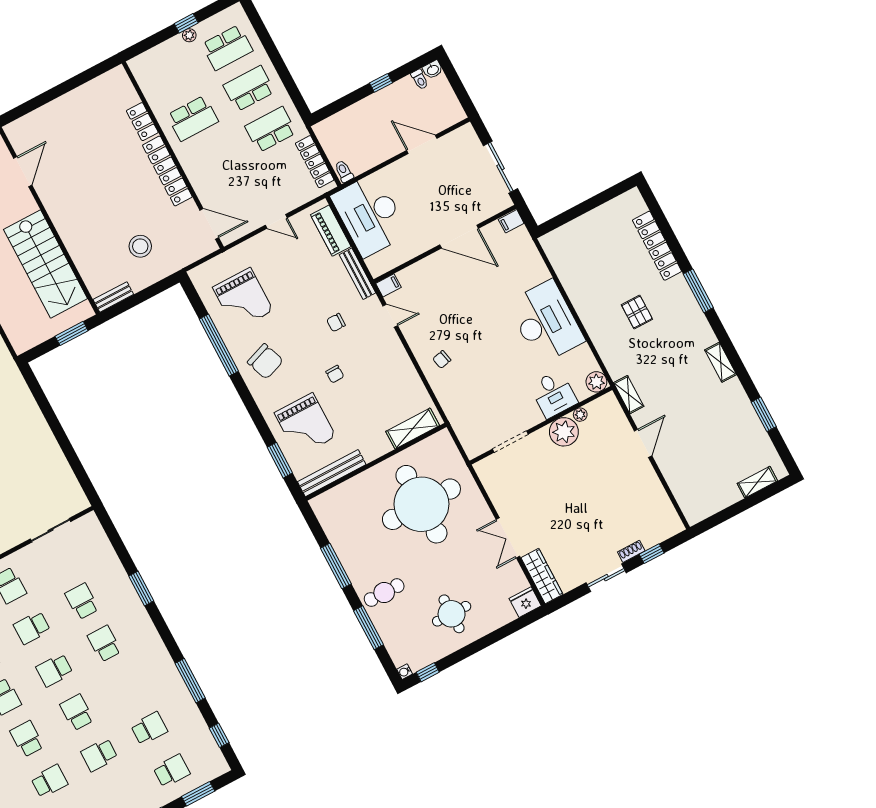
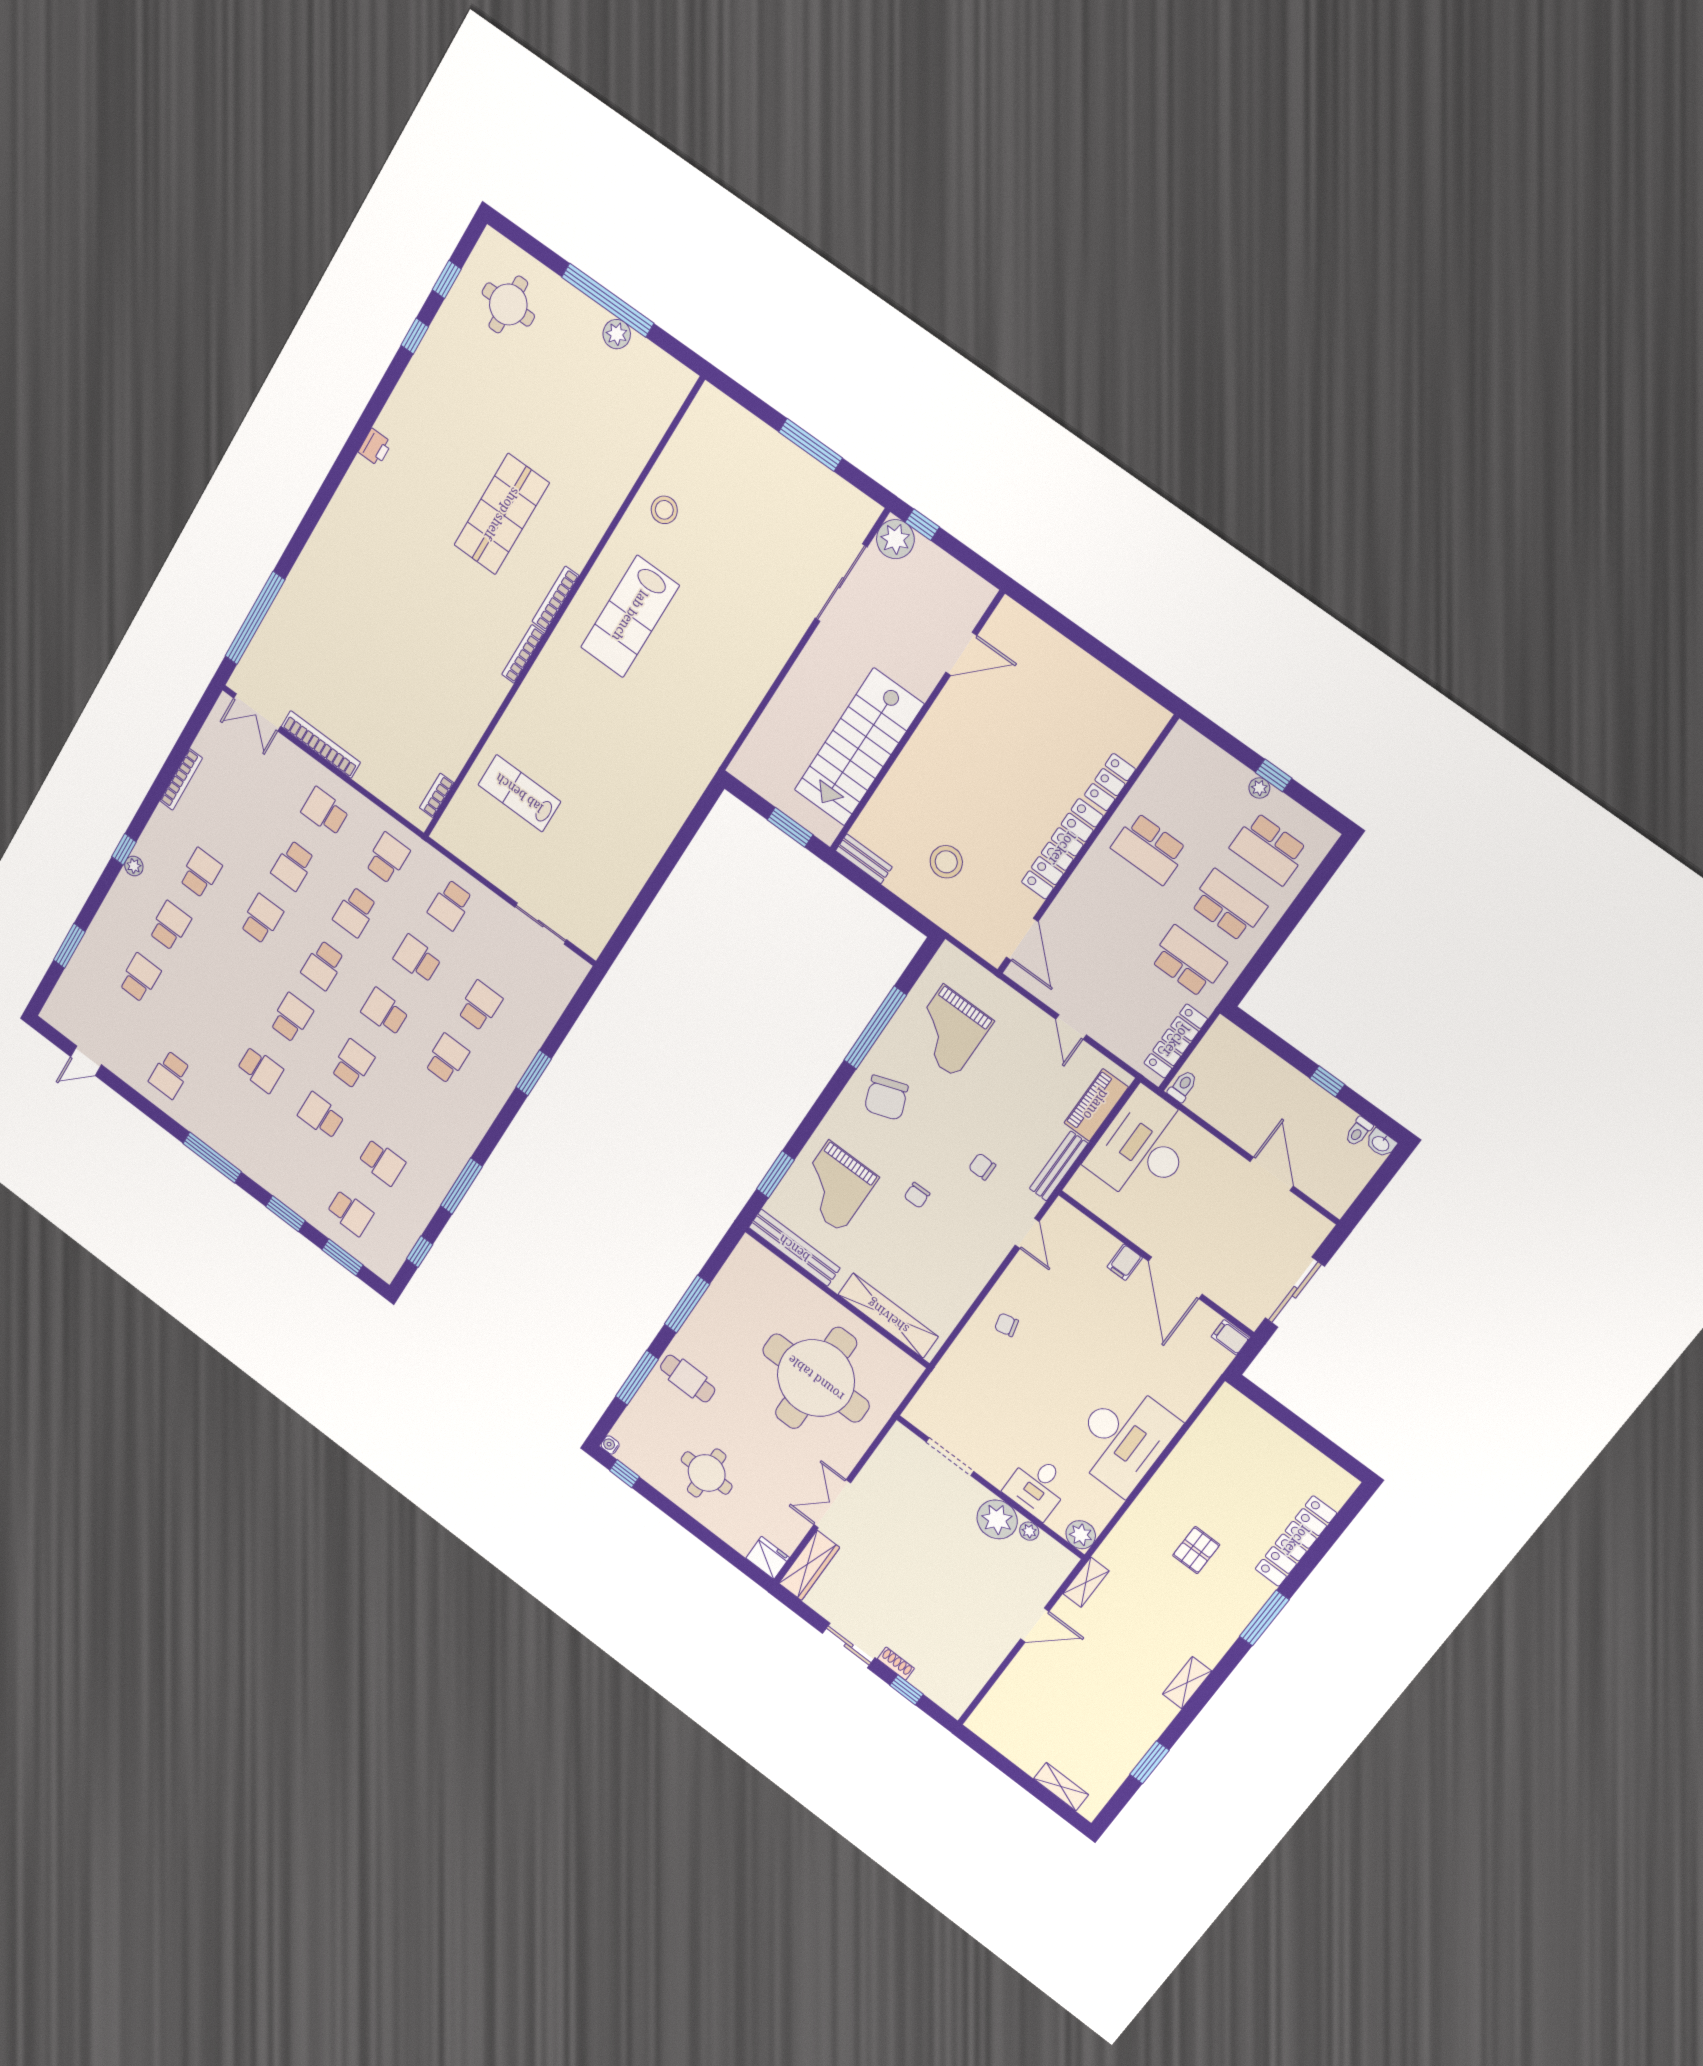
filing cabinet: (388, 285) -> (1125, 1262), moved, turned 90
shelving: (413, 429) -> (888, 1316), width x1.47

